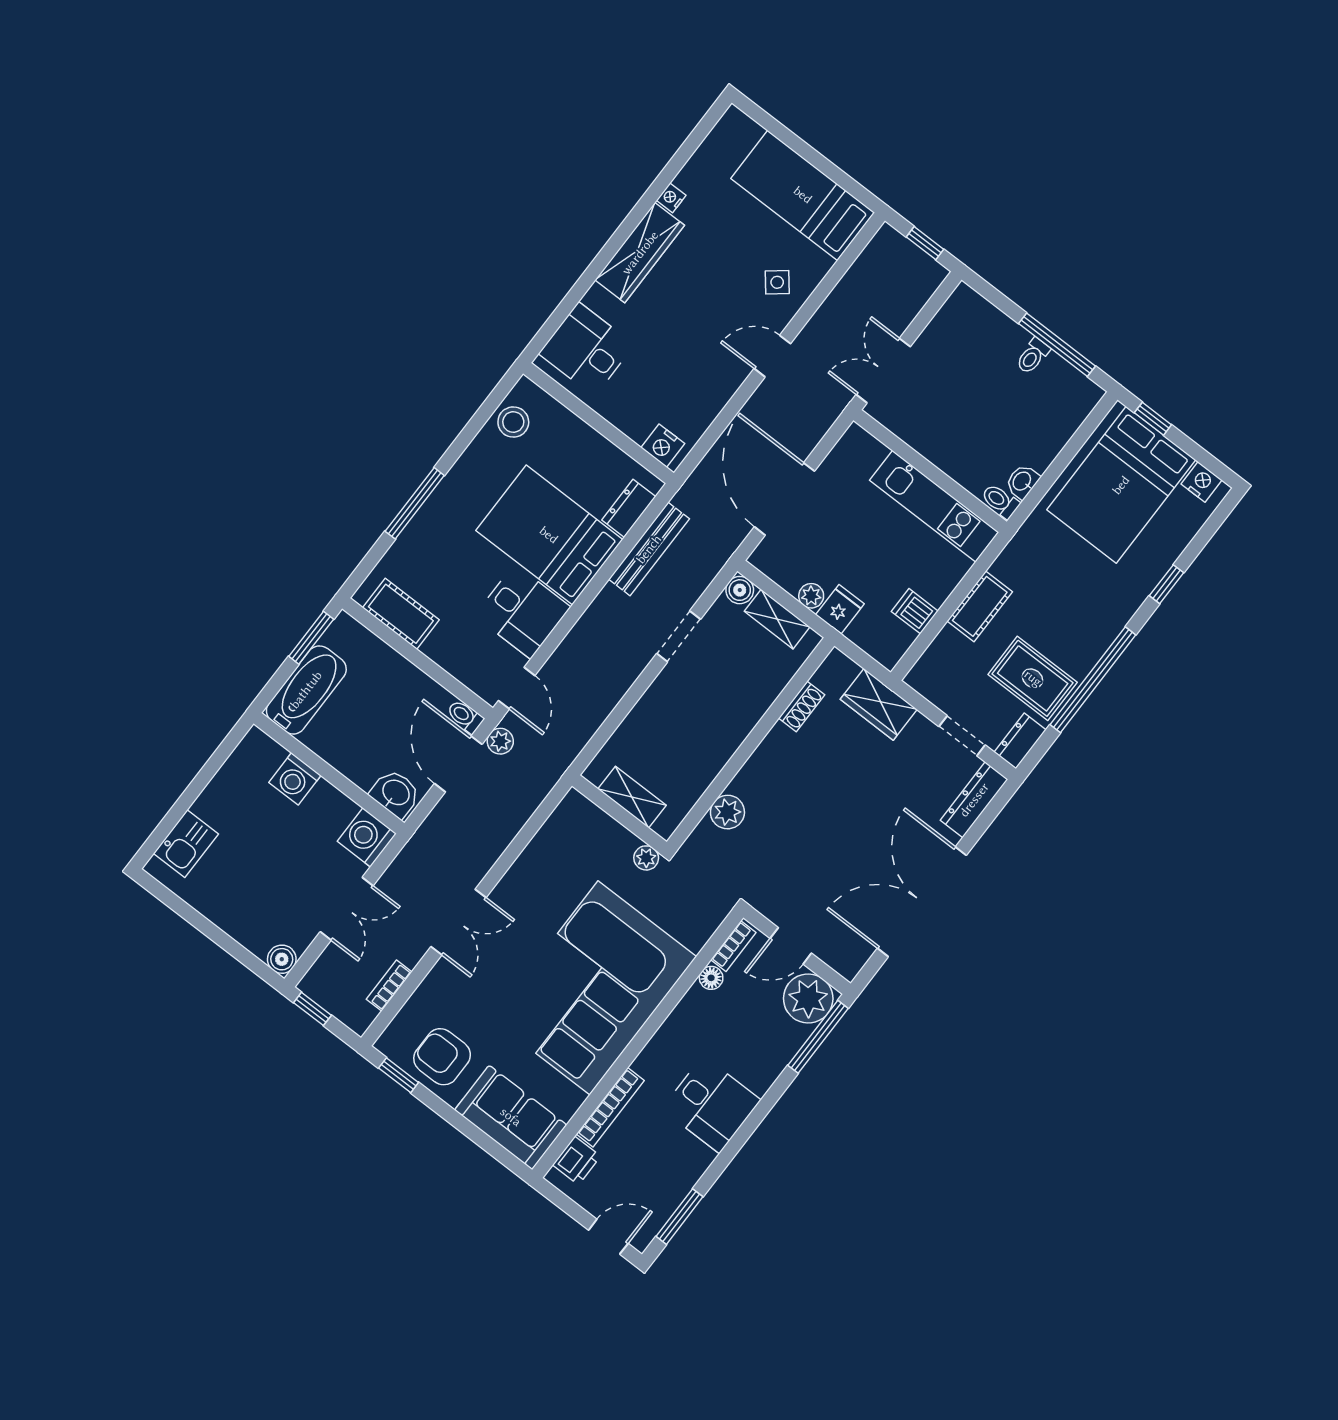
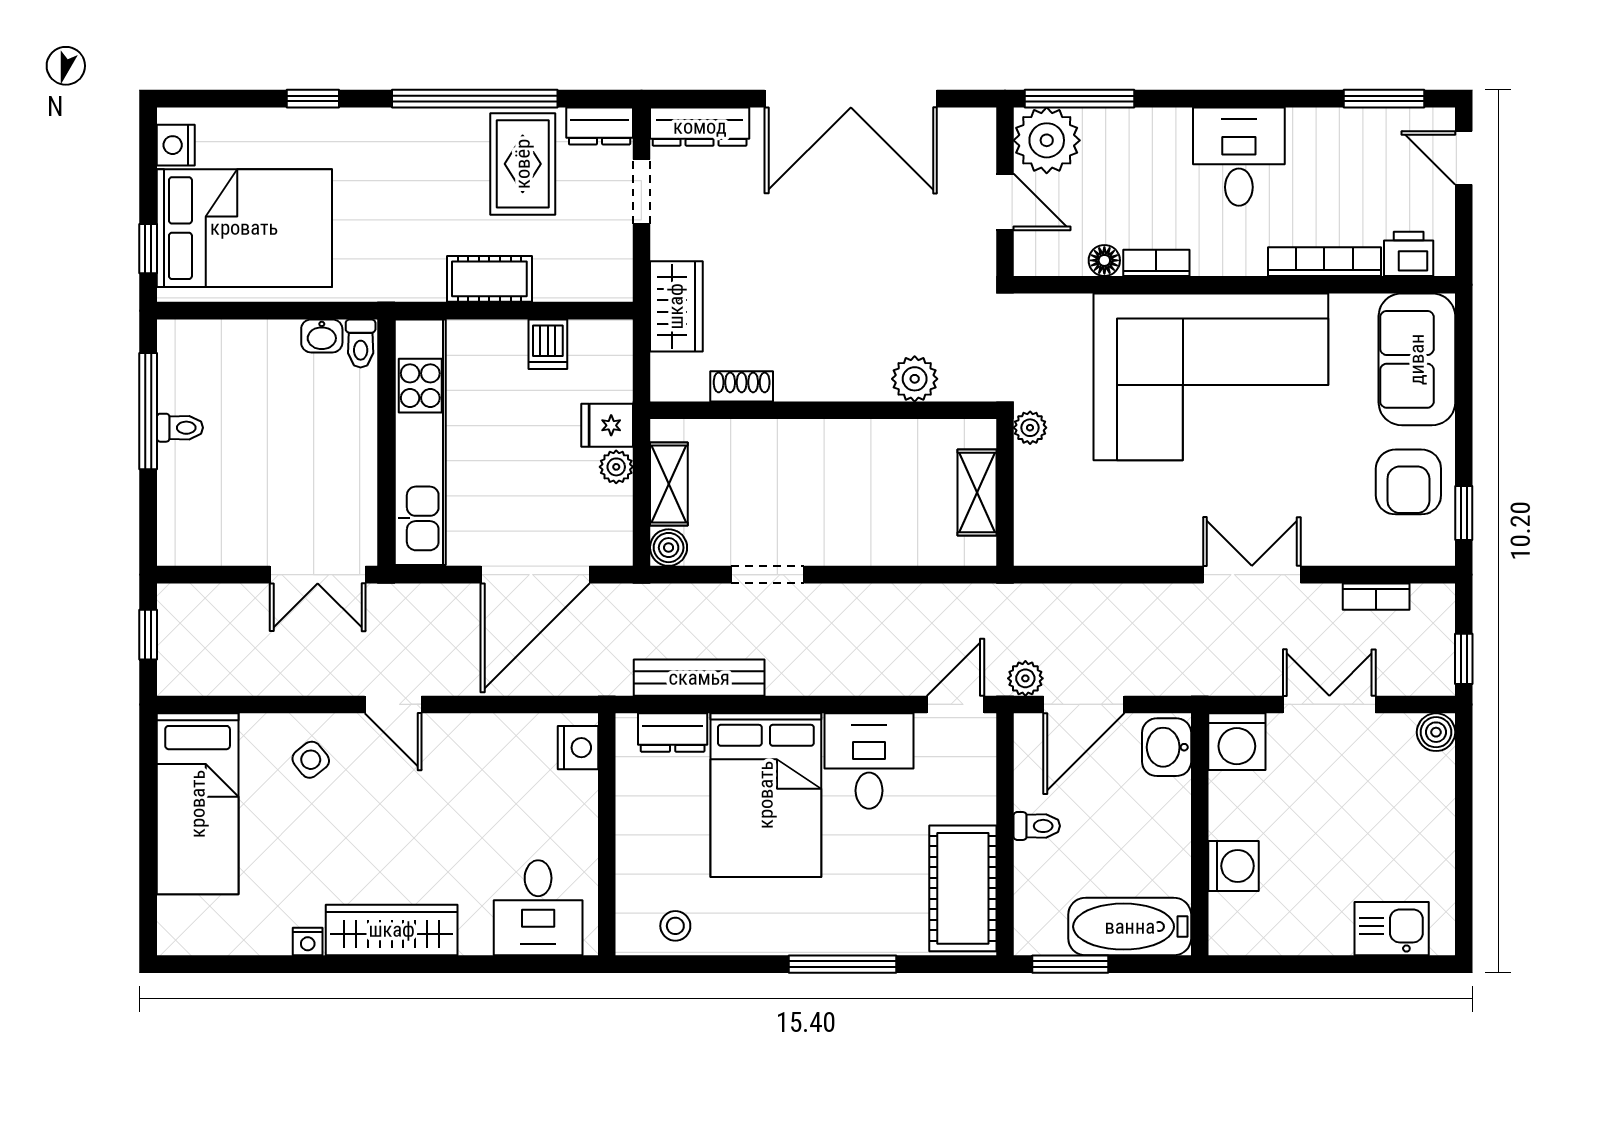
stool: (513, 422) -> (675, 926), width x0.73, depth x0.73
kitchen unit: (934, 506) -> (420, 442), width x1.36
cot: (401, 614) -> (963, 888), width x1.37, depth x1.34
toilet: (465, 716) -> (1037, 826), moved, turned -90
bookcase: (733, 946) -> (1156, 263), moved

